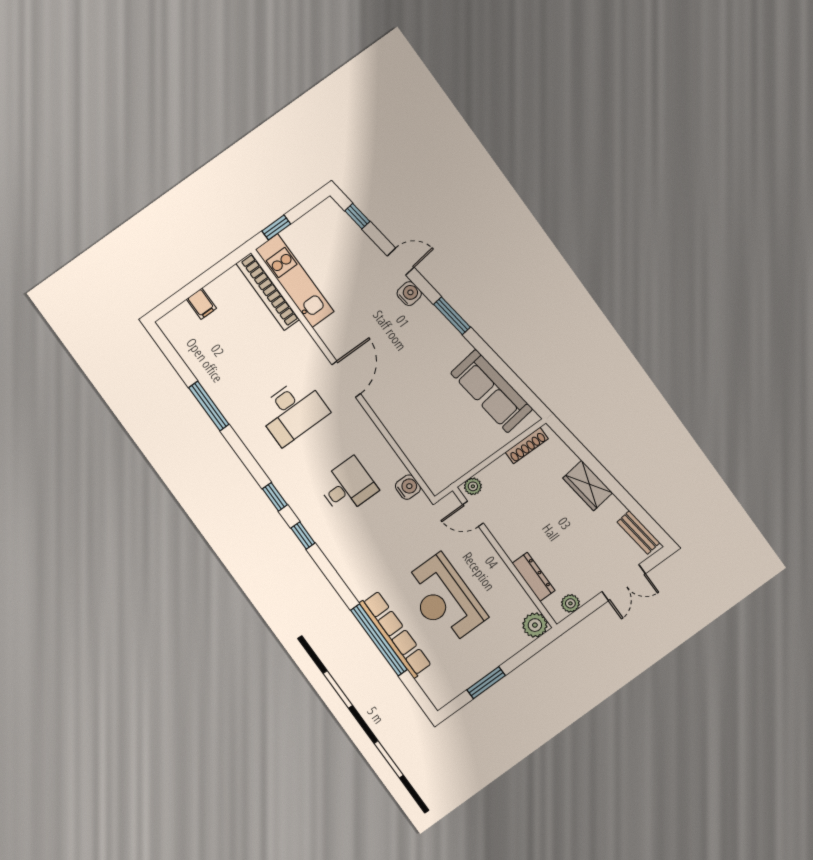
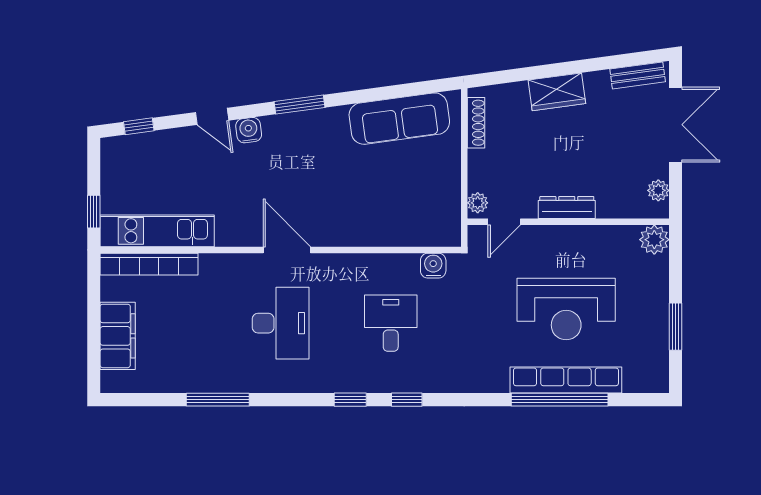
door: (401, 262) -> (212, 116), swing flipped
filing cabinet: (201, 304) -> (118, 336), width x3.00, depth x1.17
dresser: (533, 577) -> (567, 208), moved
double door: (624, 583) -> (676, 125), width x1.37

